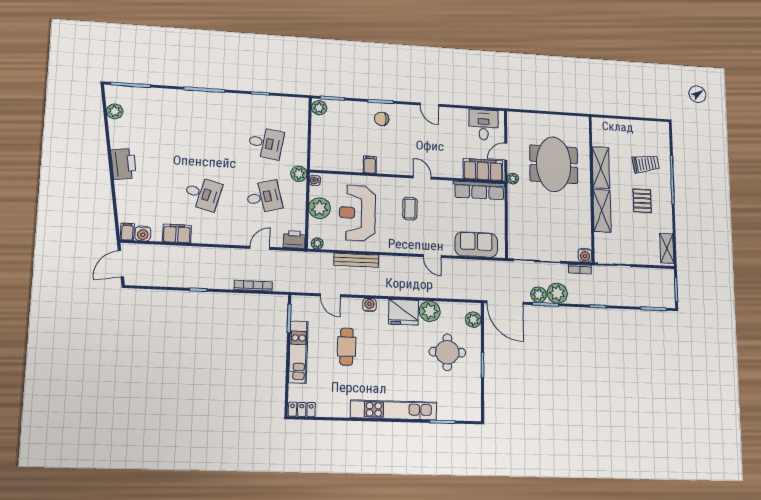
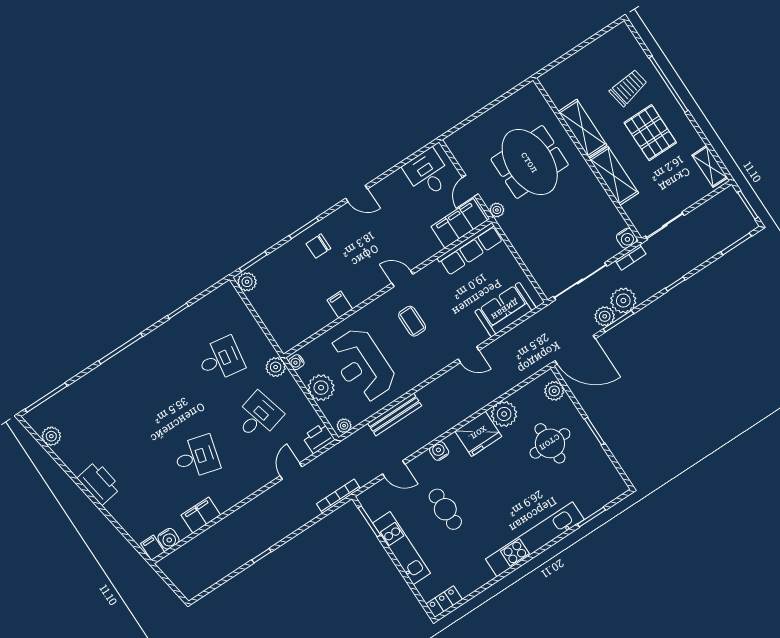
pallet: (642, 201) -> (650, 133), width x1.50, depth x1.42
door: (121, 264) -> (170, 583), removed
bookcase: (253, 286) -> (338, 496), moved

